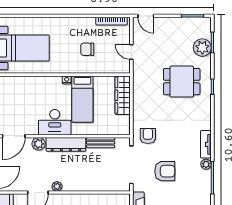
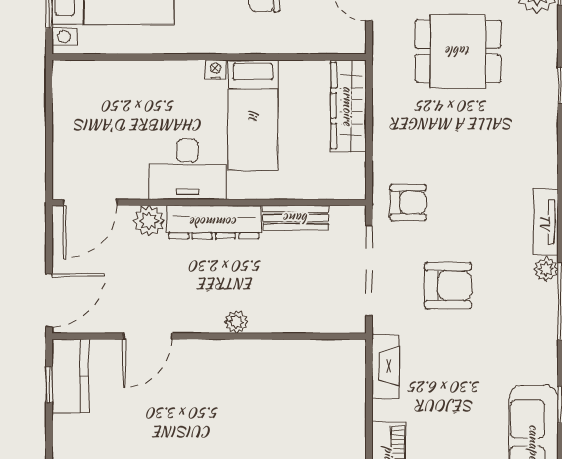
dining table: (182, 82) -> (458, 51), moved
armchair: (148, 136) -> (408, 202), turned 90
plant: (57, 186) -> (236, 322), moved

